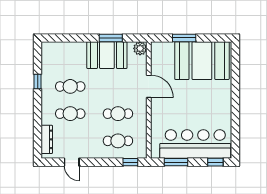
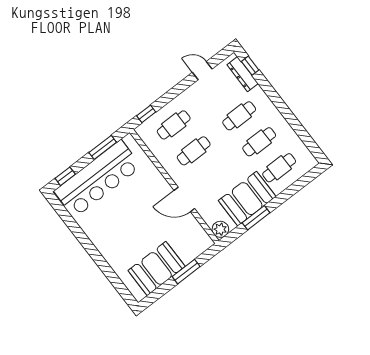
cafe table: (70, 59) -> (279, 168), added
booth: (202, 61) -> (157, 268), width x0.73, depth x0.70
window: (38, 81) -> (250, 66), moved

